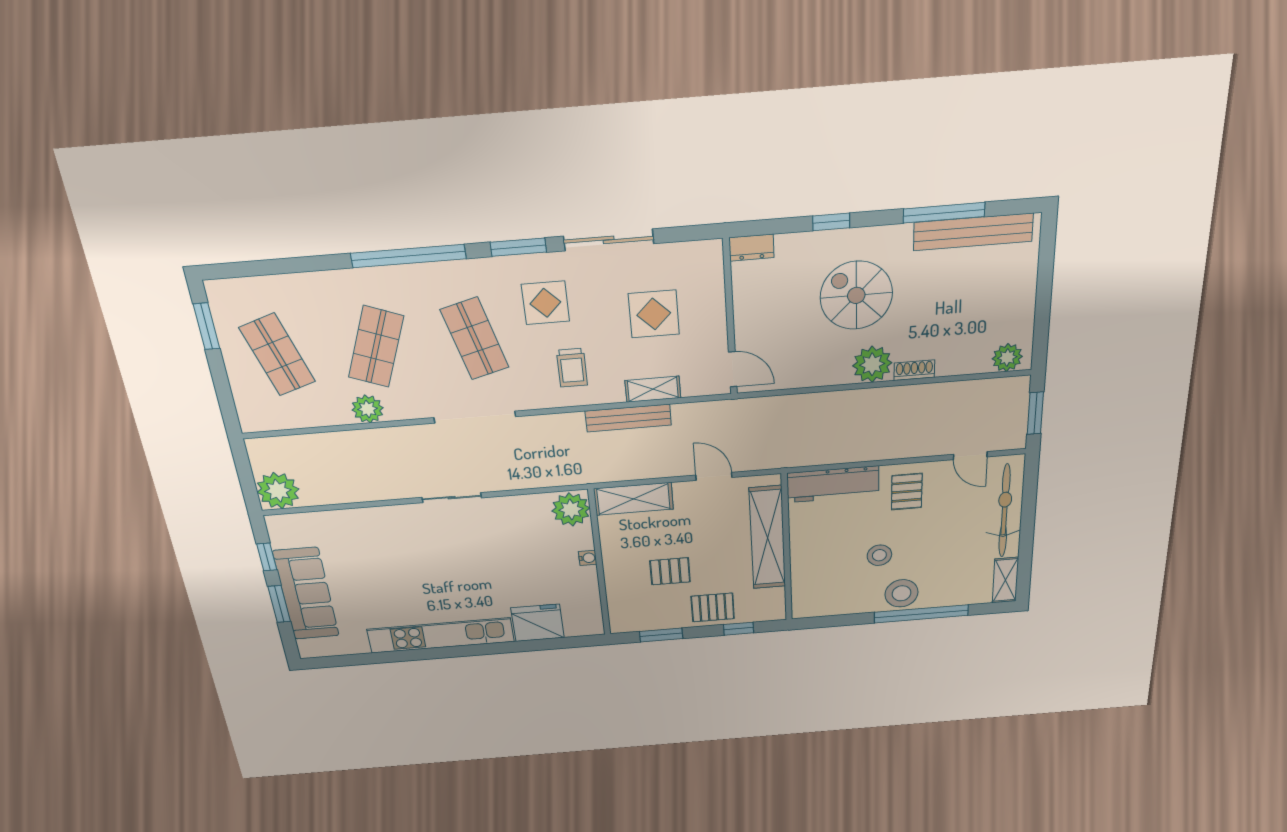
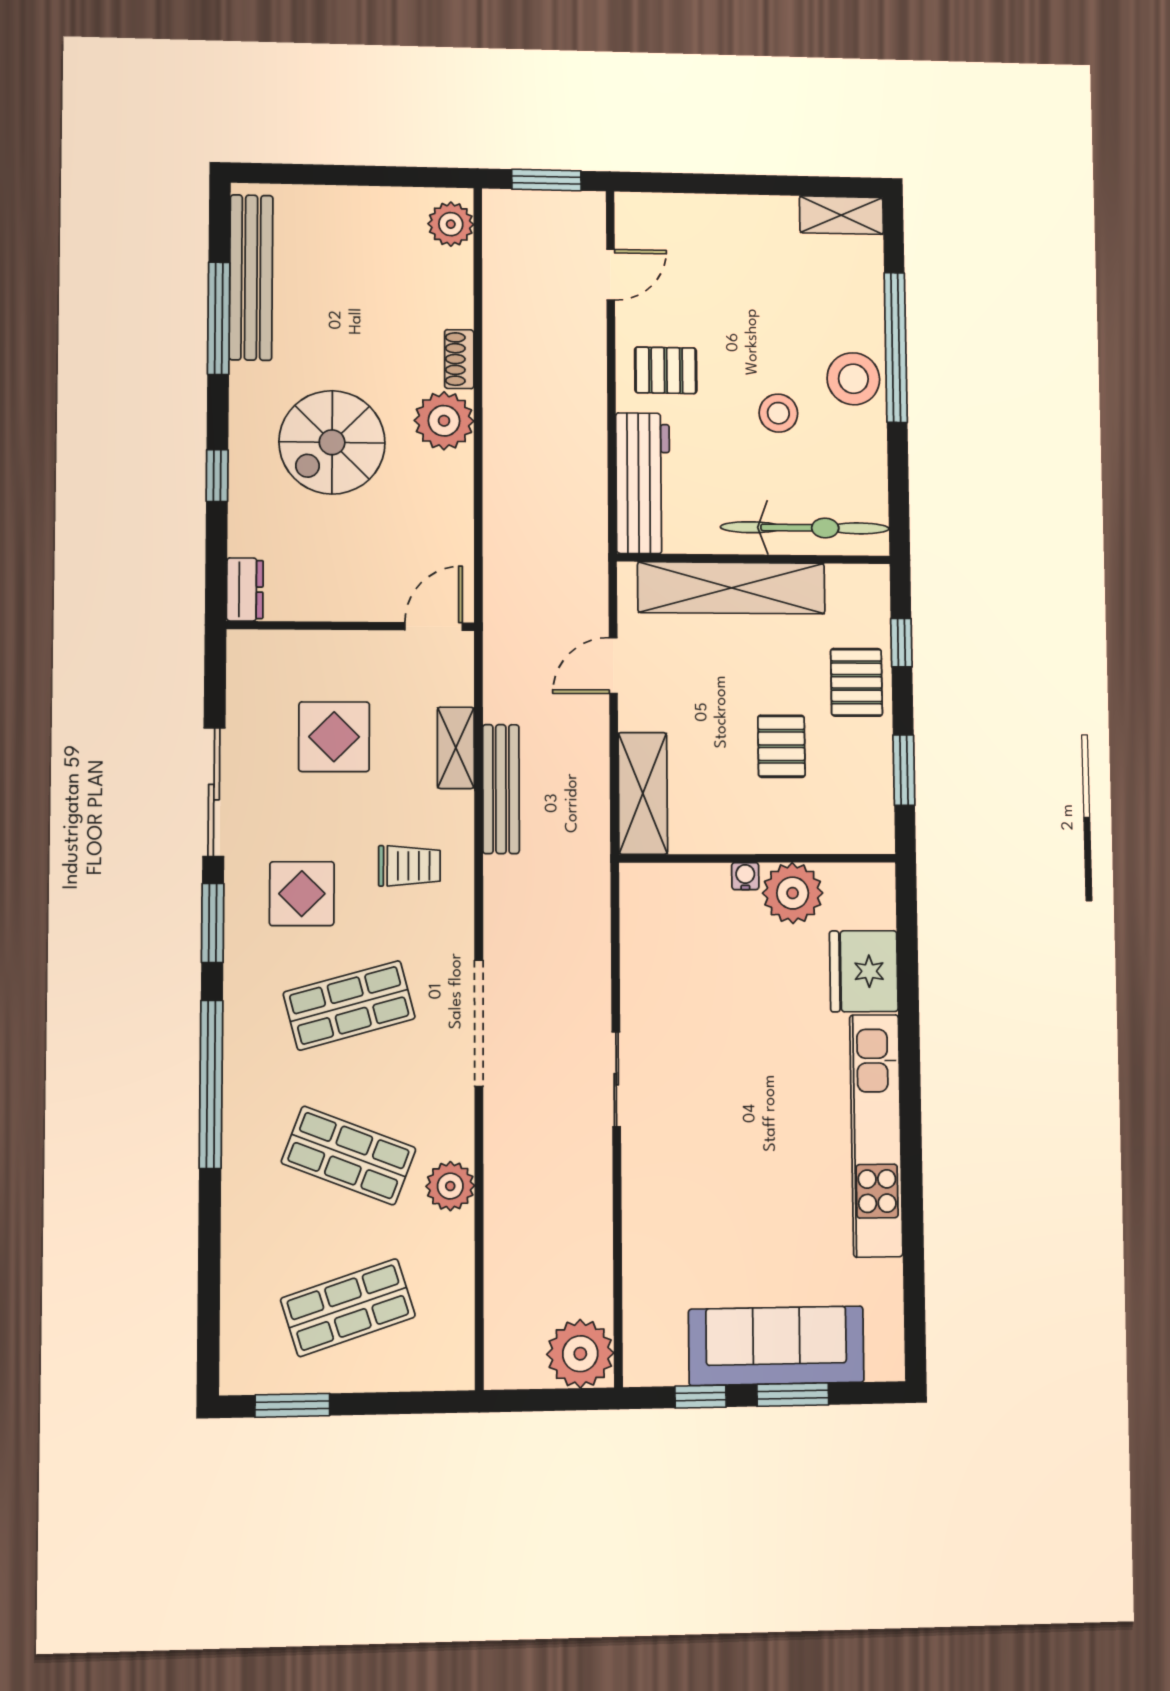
plant: (571, 509) -> (793, 893), moved
bicycle: (1004, 511) -> (805, 528), moved, turned 180

